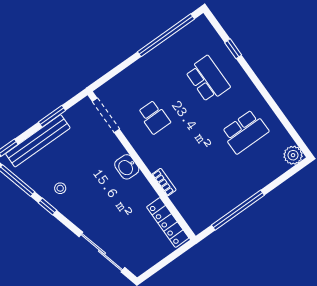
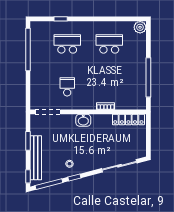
school desk: (154, 117) -> (67, 87), turned -90
school desk: (245, 132) -> (109, 44), turned -90

